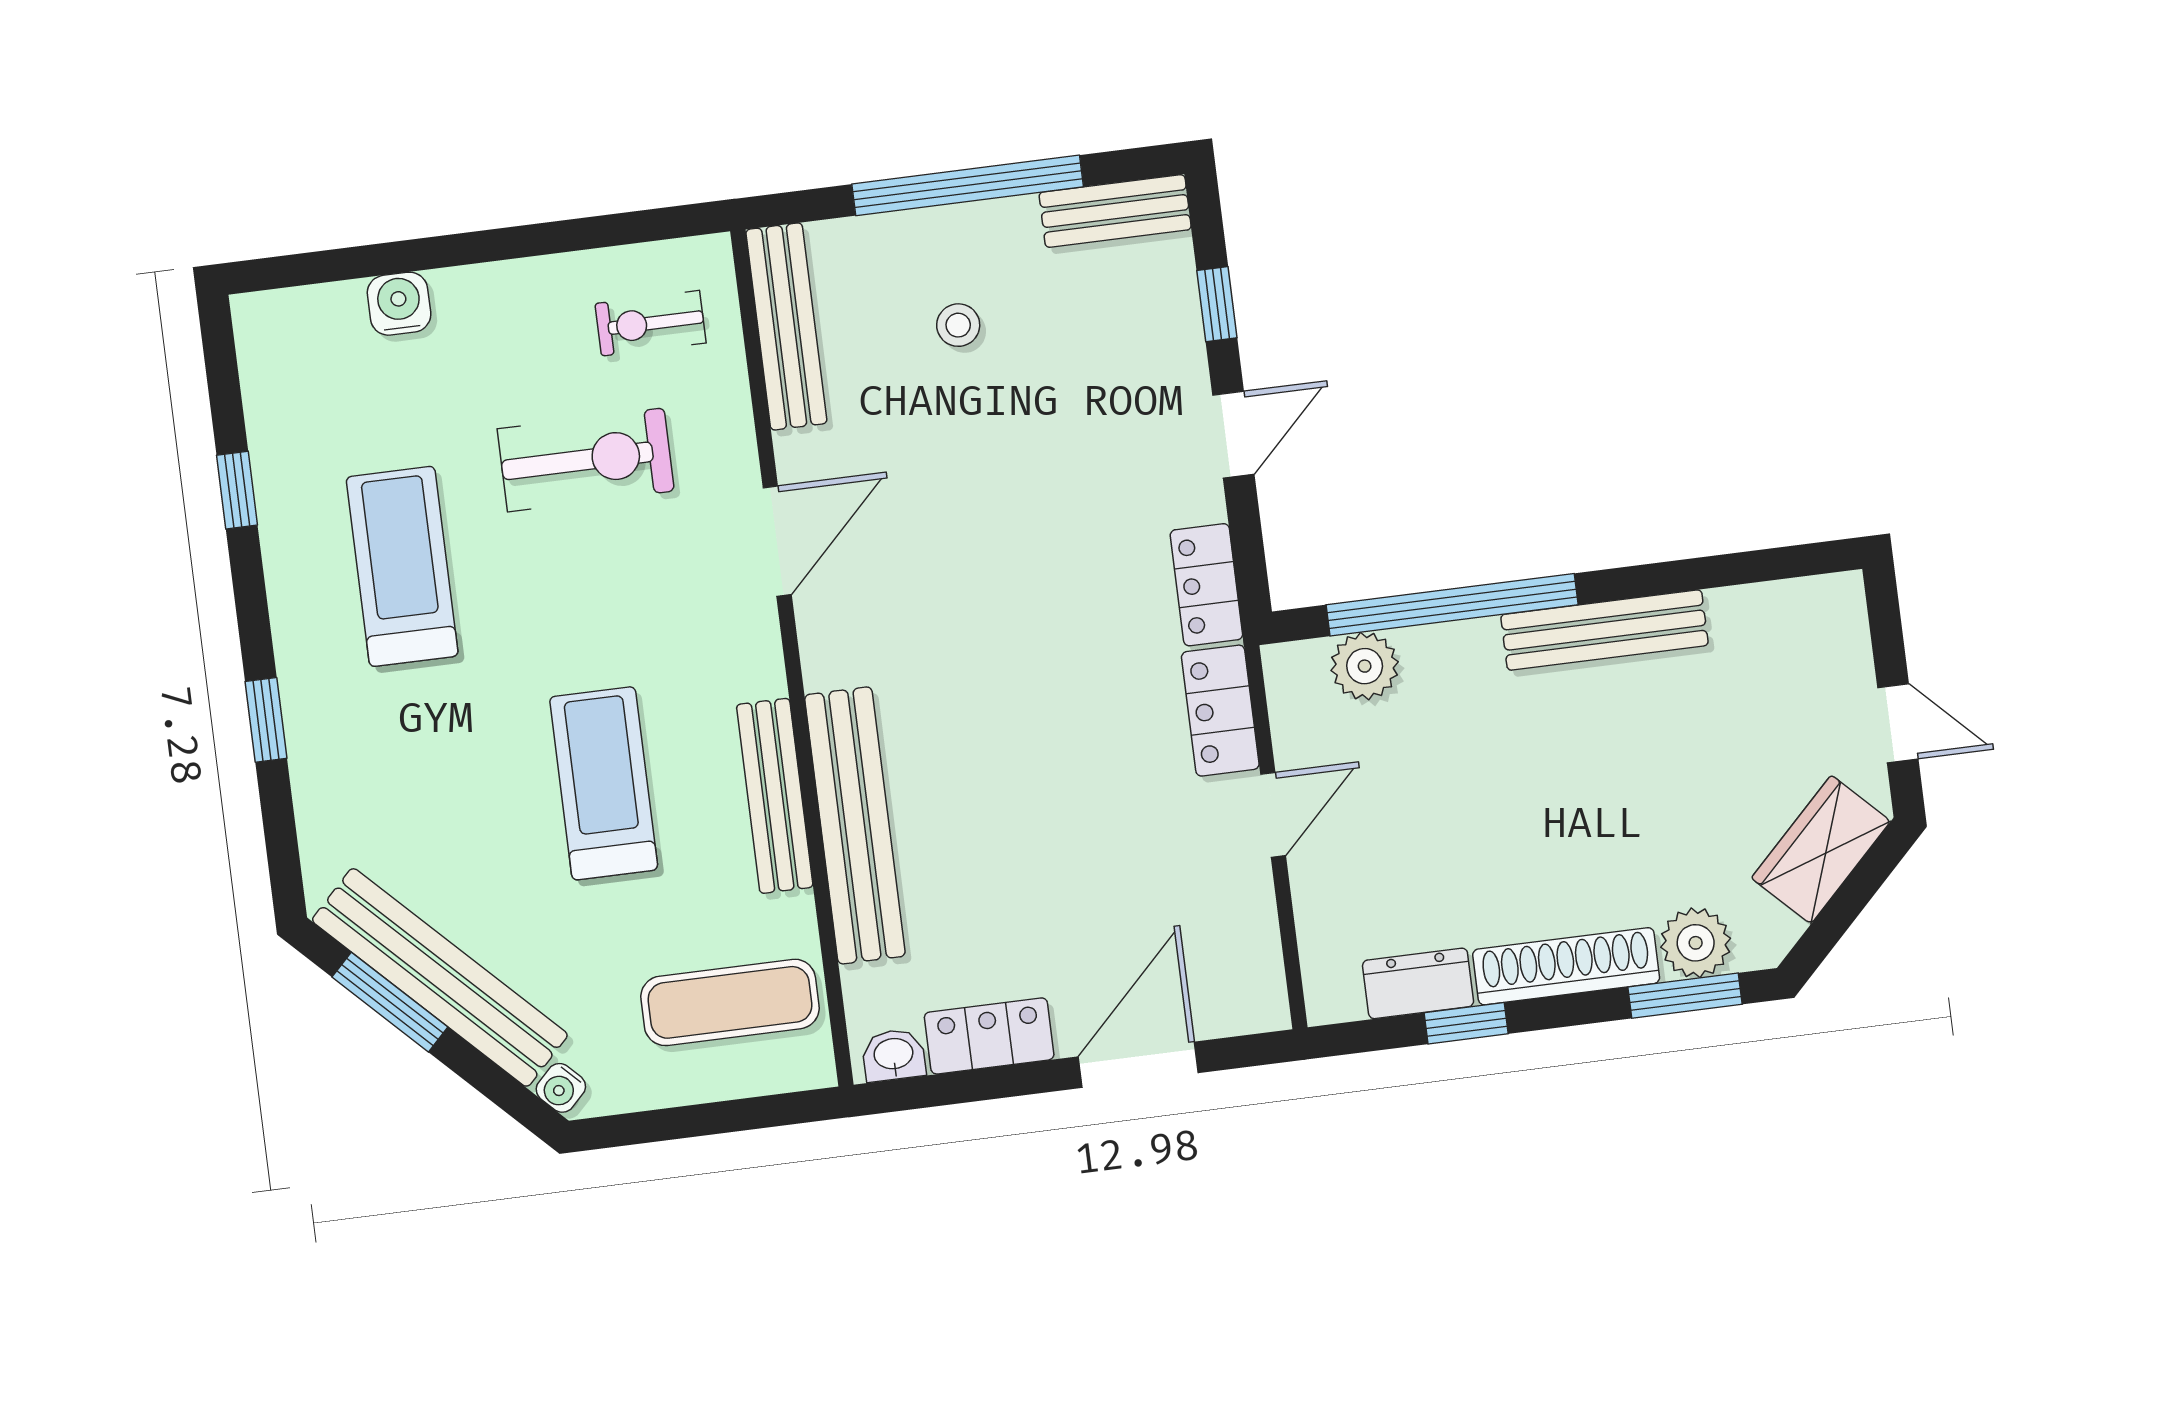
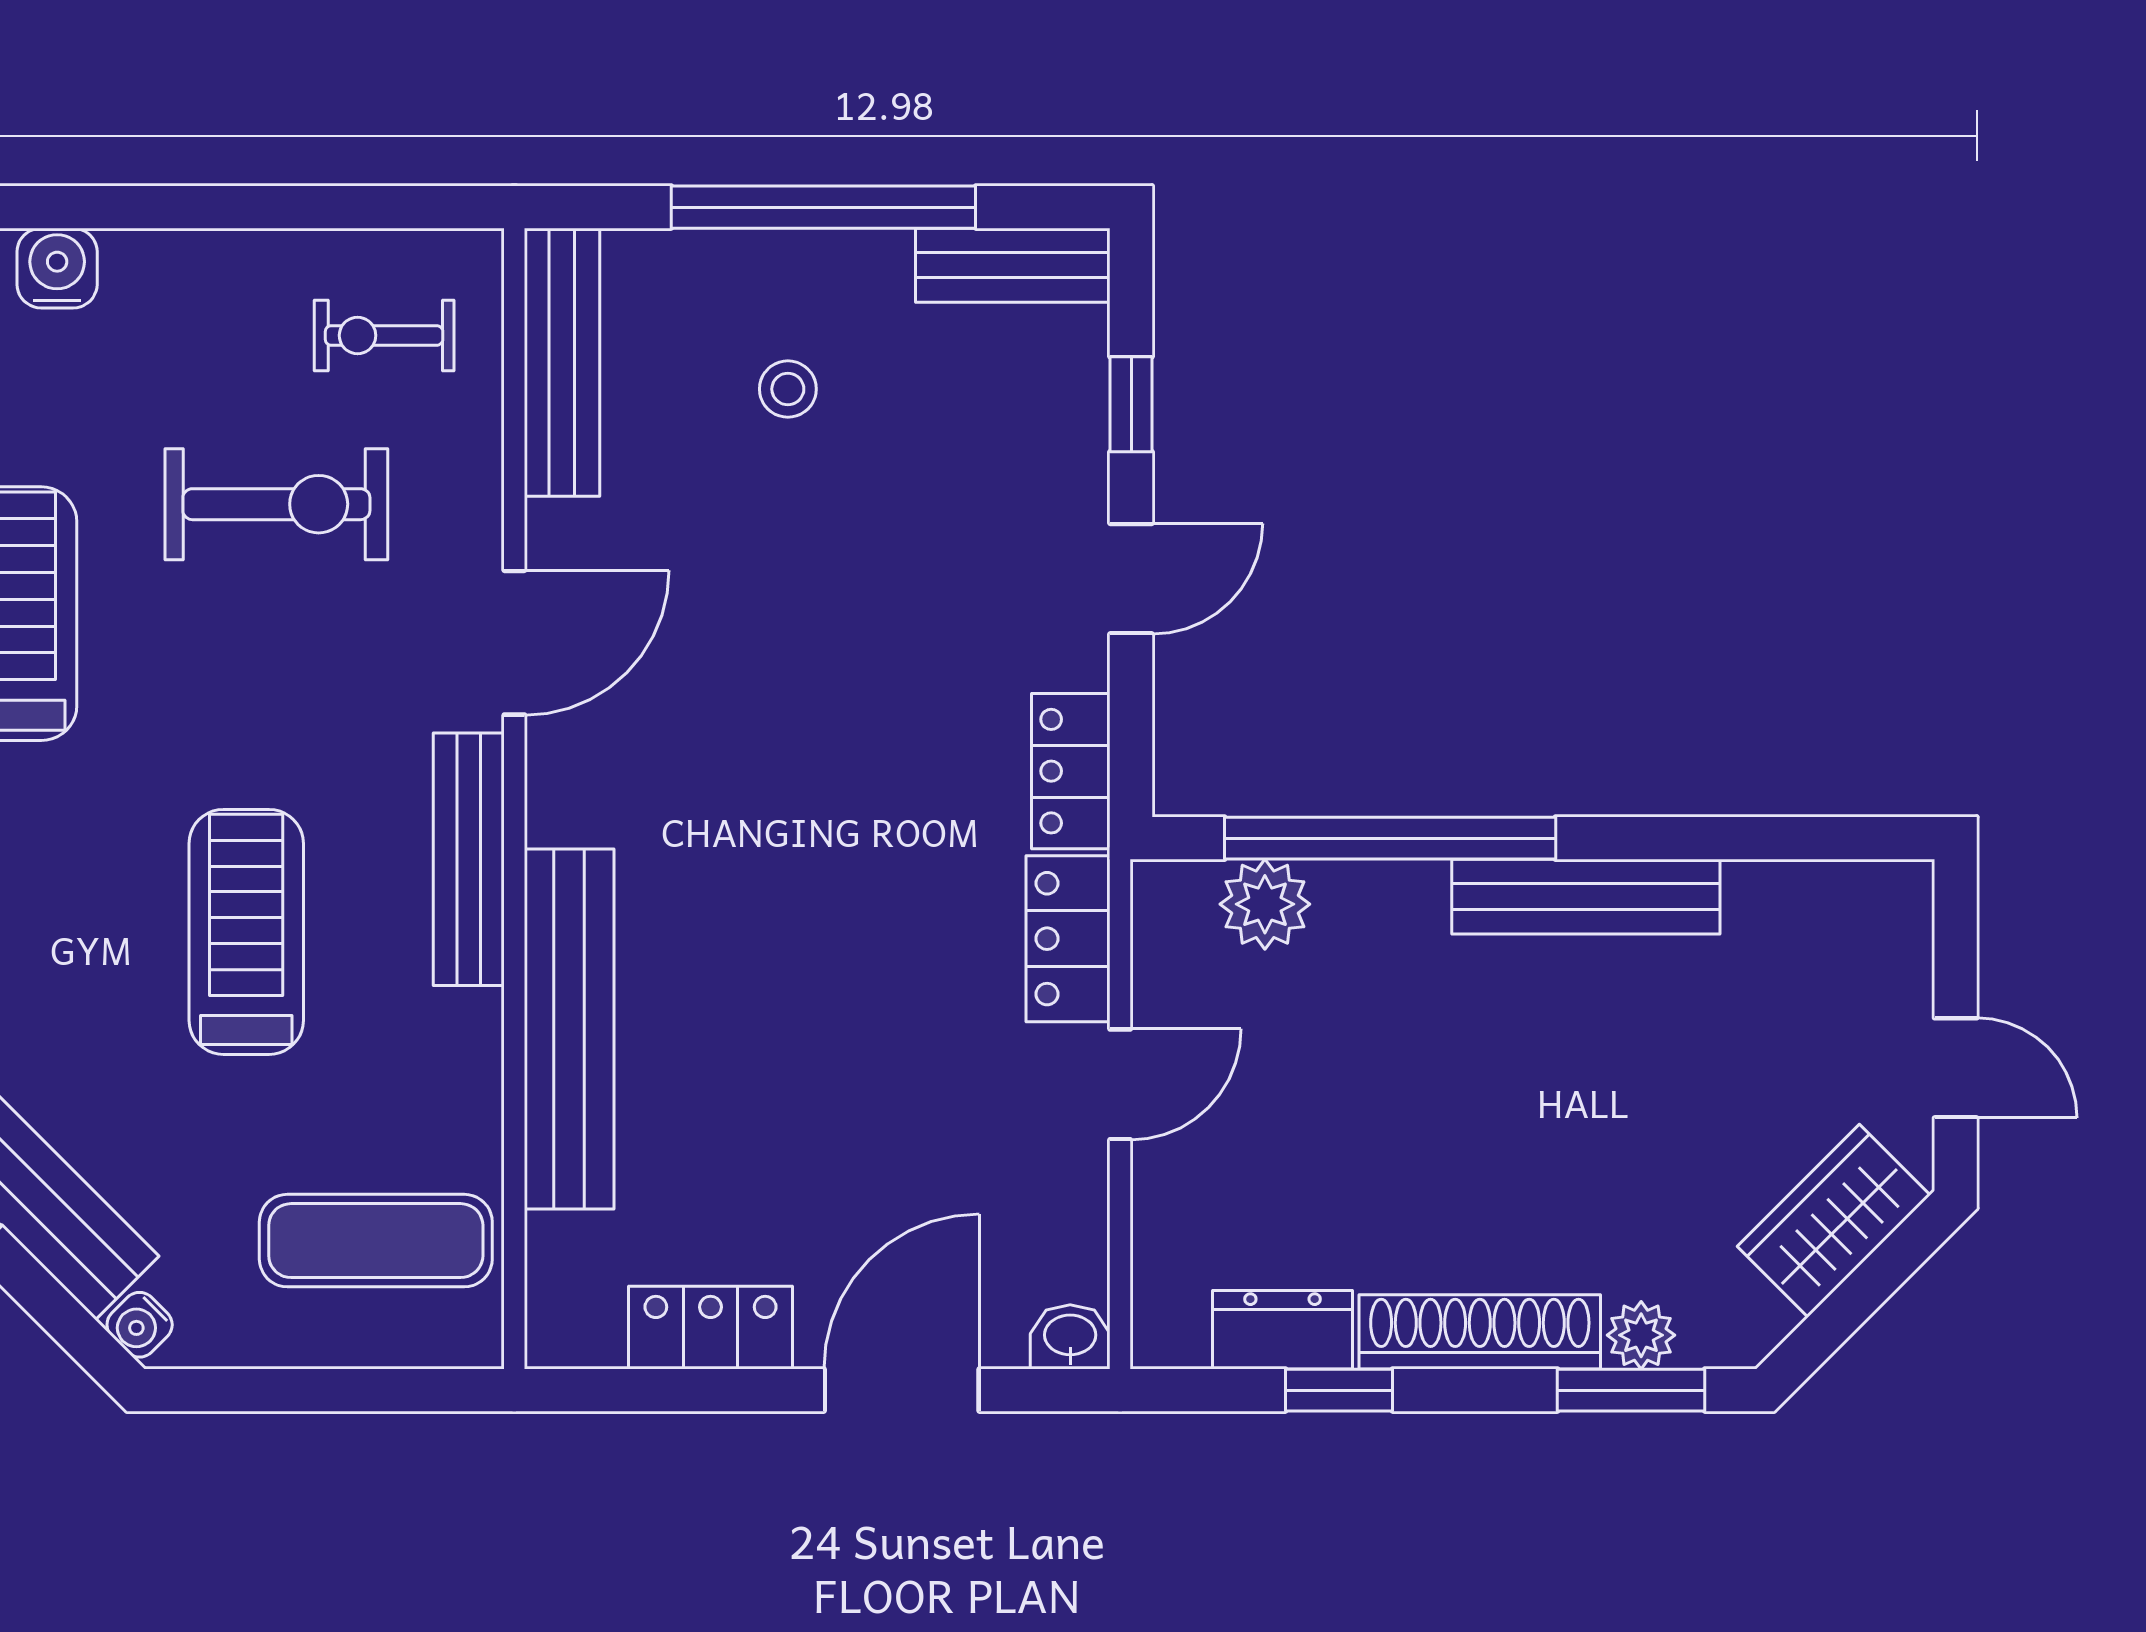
bench: (775, 796) -> (469, 859), moved
plant: (1696, 943) -> (1641, 1335), width x0.73, depth x0.73
washbasin: (894, 1055) -> (1070, 1337), moved

